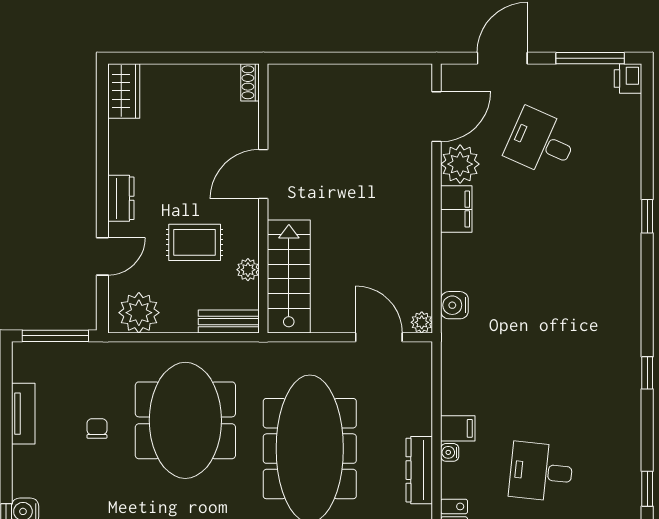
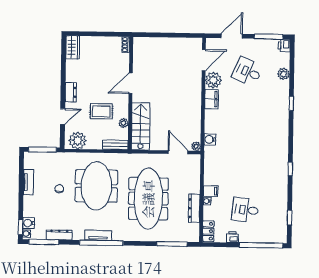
plant: (627, 147) -> (283, 74), added

